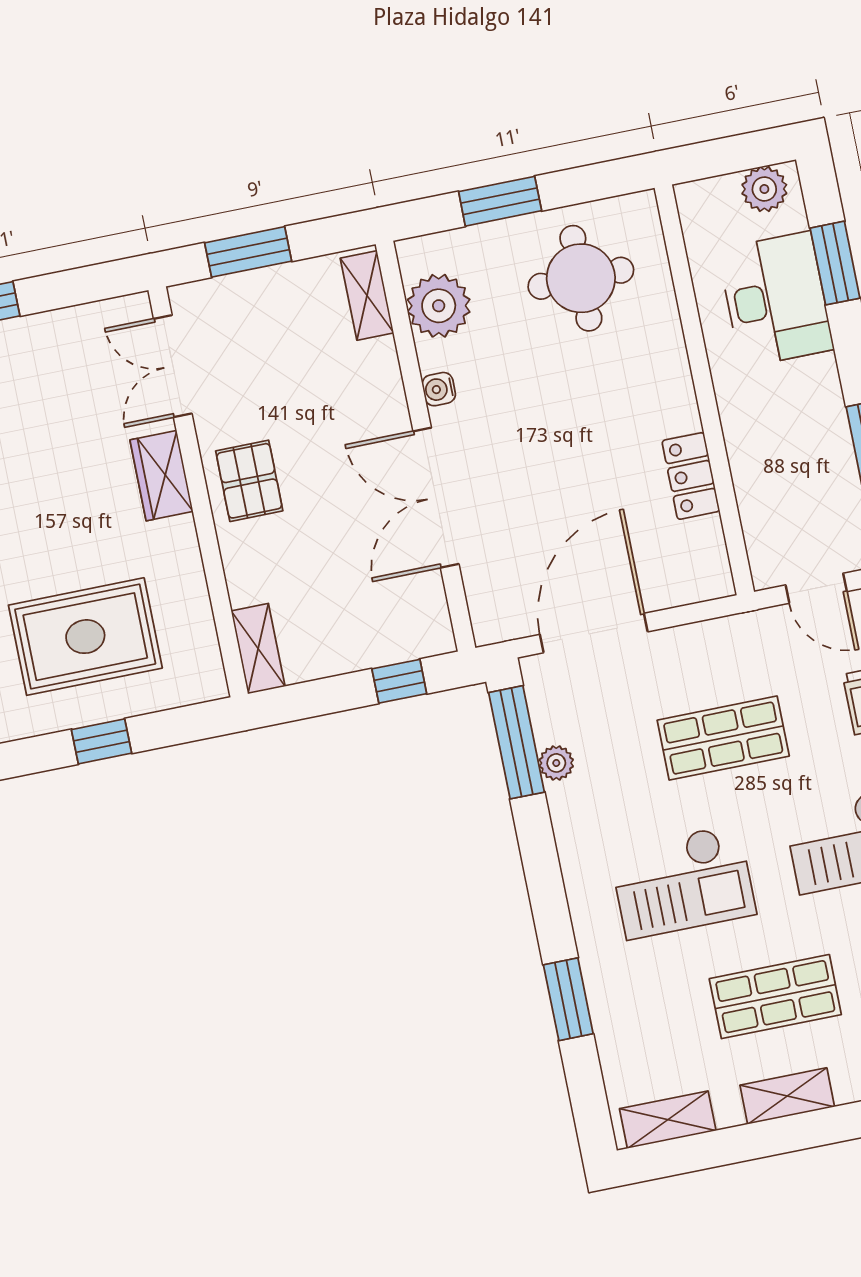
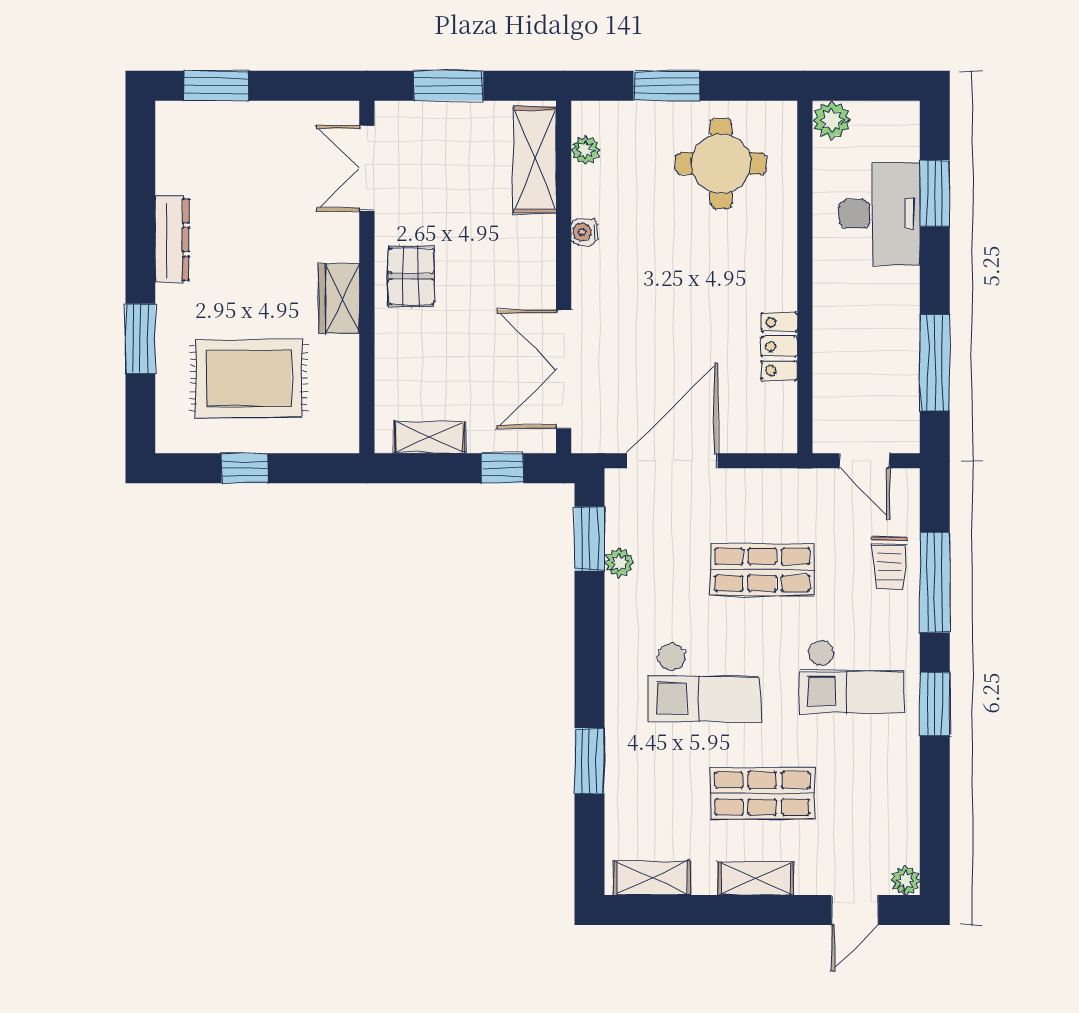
plant: (764, 189) -> (832, 120), moved
shelving: (367, 296) -> (535, 160), width x1.50, depth x1.33
plant: (439, 306) -> (585, 150), width x0.53, depth x0.53
wardrobe: (162, 476) -> (339, 299), moved
double door: (436, 498) -> (564, 369), moved
shelving: (258, 649) -> (429, 437), moved, turned 90
window: (516, 742) -> (590, 539), width x0.69

